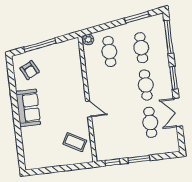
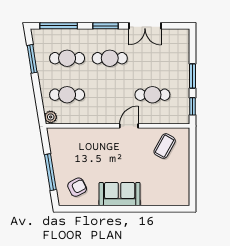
cafe table: (150, 122) -> (152, 95), moved

